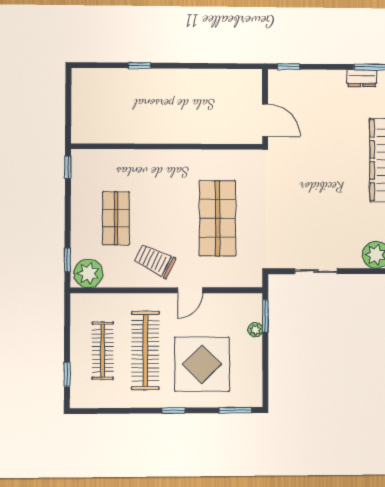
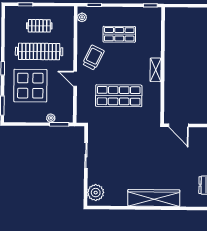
door: (265, 120) -> (178, 125), hinge flipped
shelving: (174, 158) -> (156, 70), added
plant: (88, 273) -> (82, 17), width x0.53, depth x0.53
clothes rail: (103, 351) -> (39, 26), width x0.73

